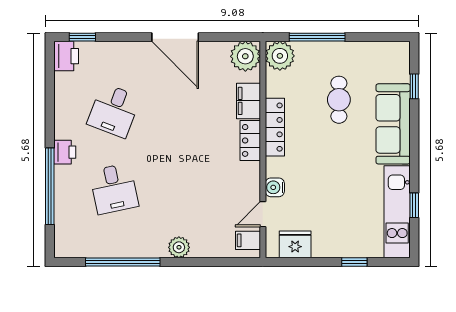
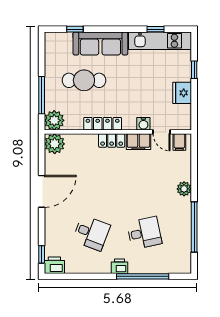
cafe table: (339, 100) -> (84, 80), width x1.37, depth x1.35
filing cabinet: (248, 101) -> (138, 142), moved
fridge: (295, 244) -> (182, 93), moved

